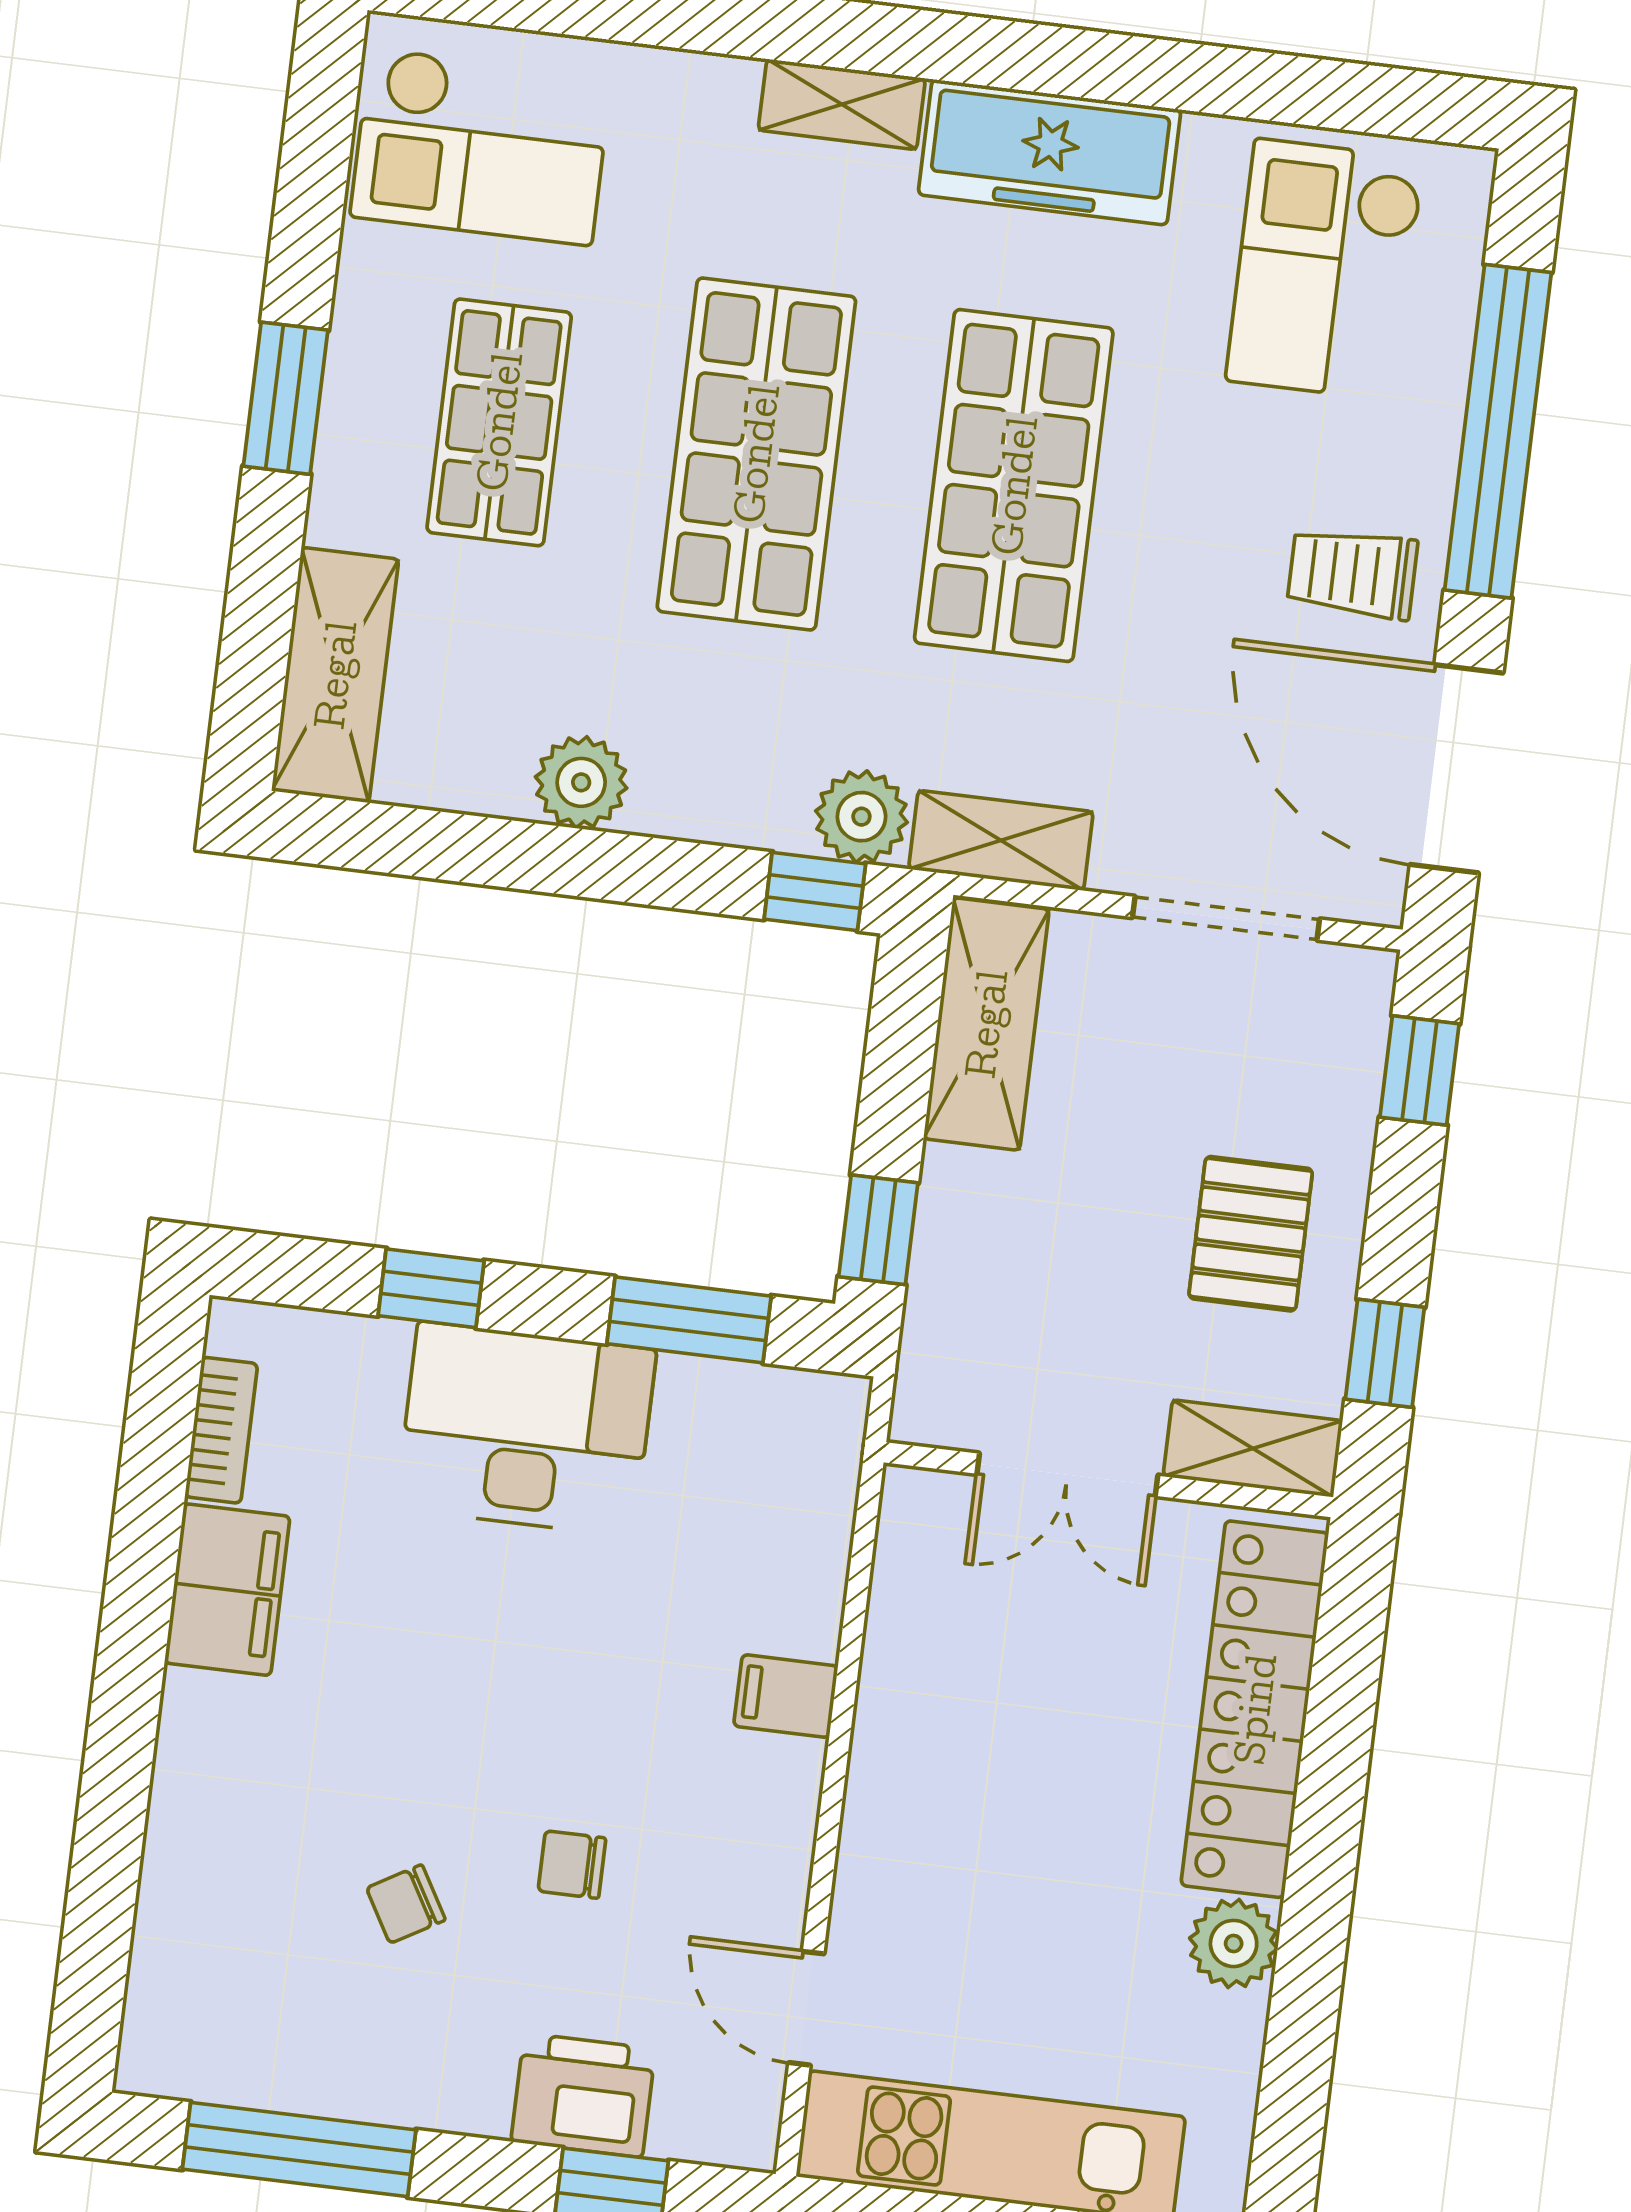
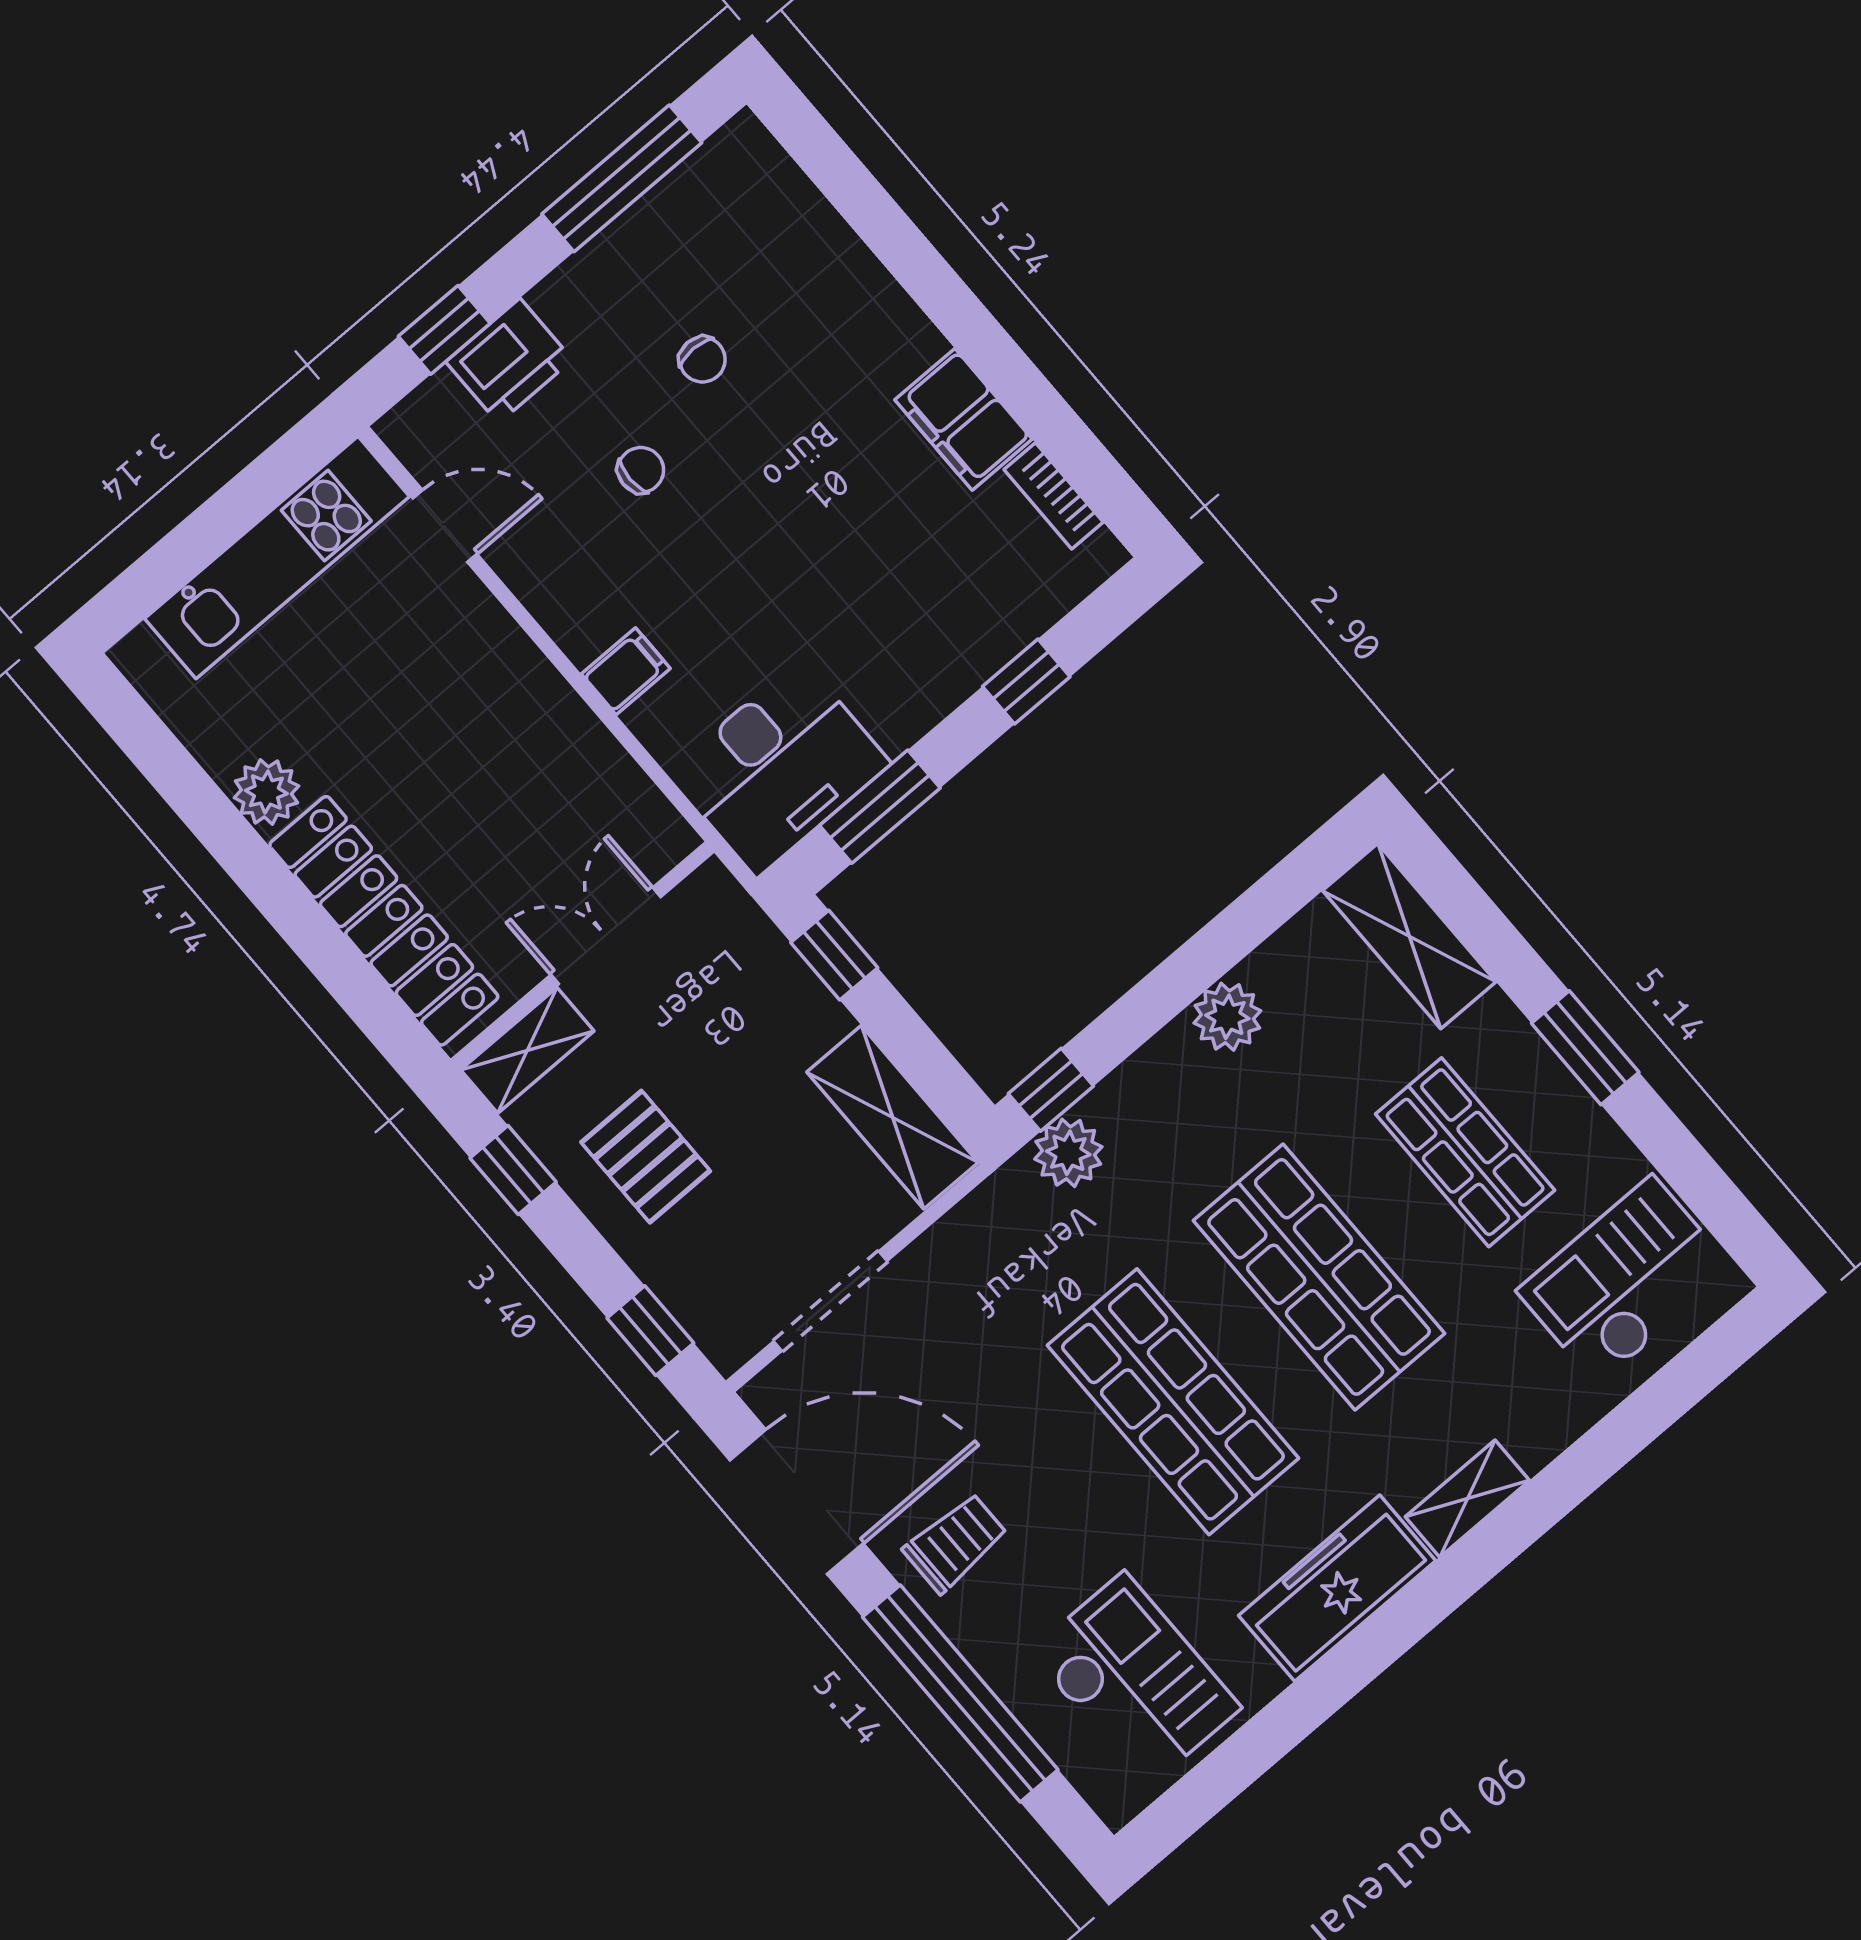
shelving: (1001, 840) -> (986, 1217), removed
desk: (526, 1429) -> (779, 768), moved
chair: (406, 1904) -> (702, 360), turned 120

